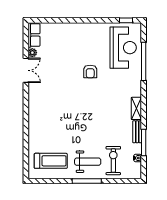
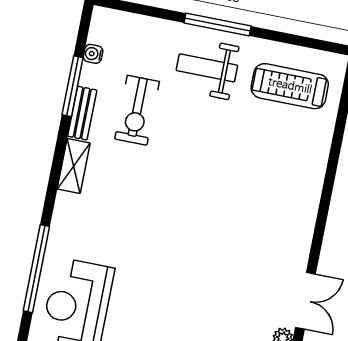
double door: (26, 70) -> (305, 301), swing flipped
armchair: (90, 71) -> (161, 270), removed
exercise bike: (113, 161) -> (137, 110), moved

